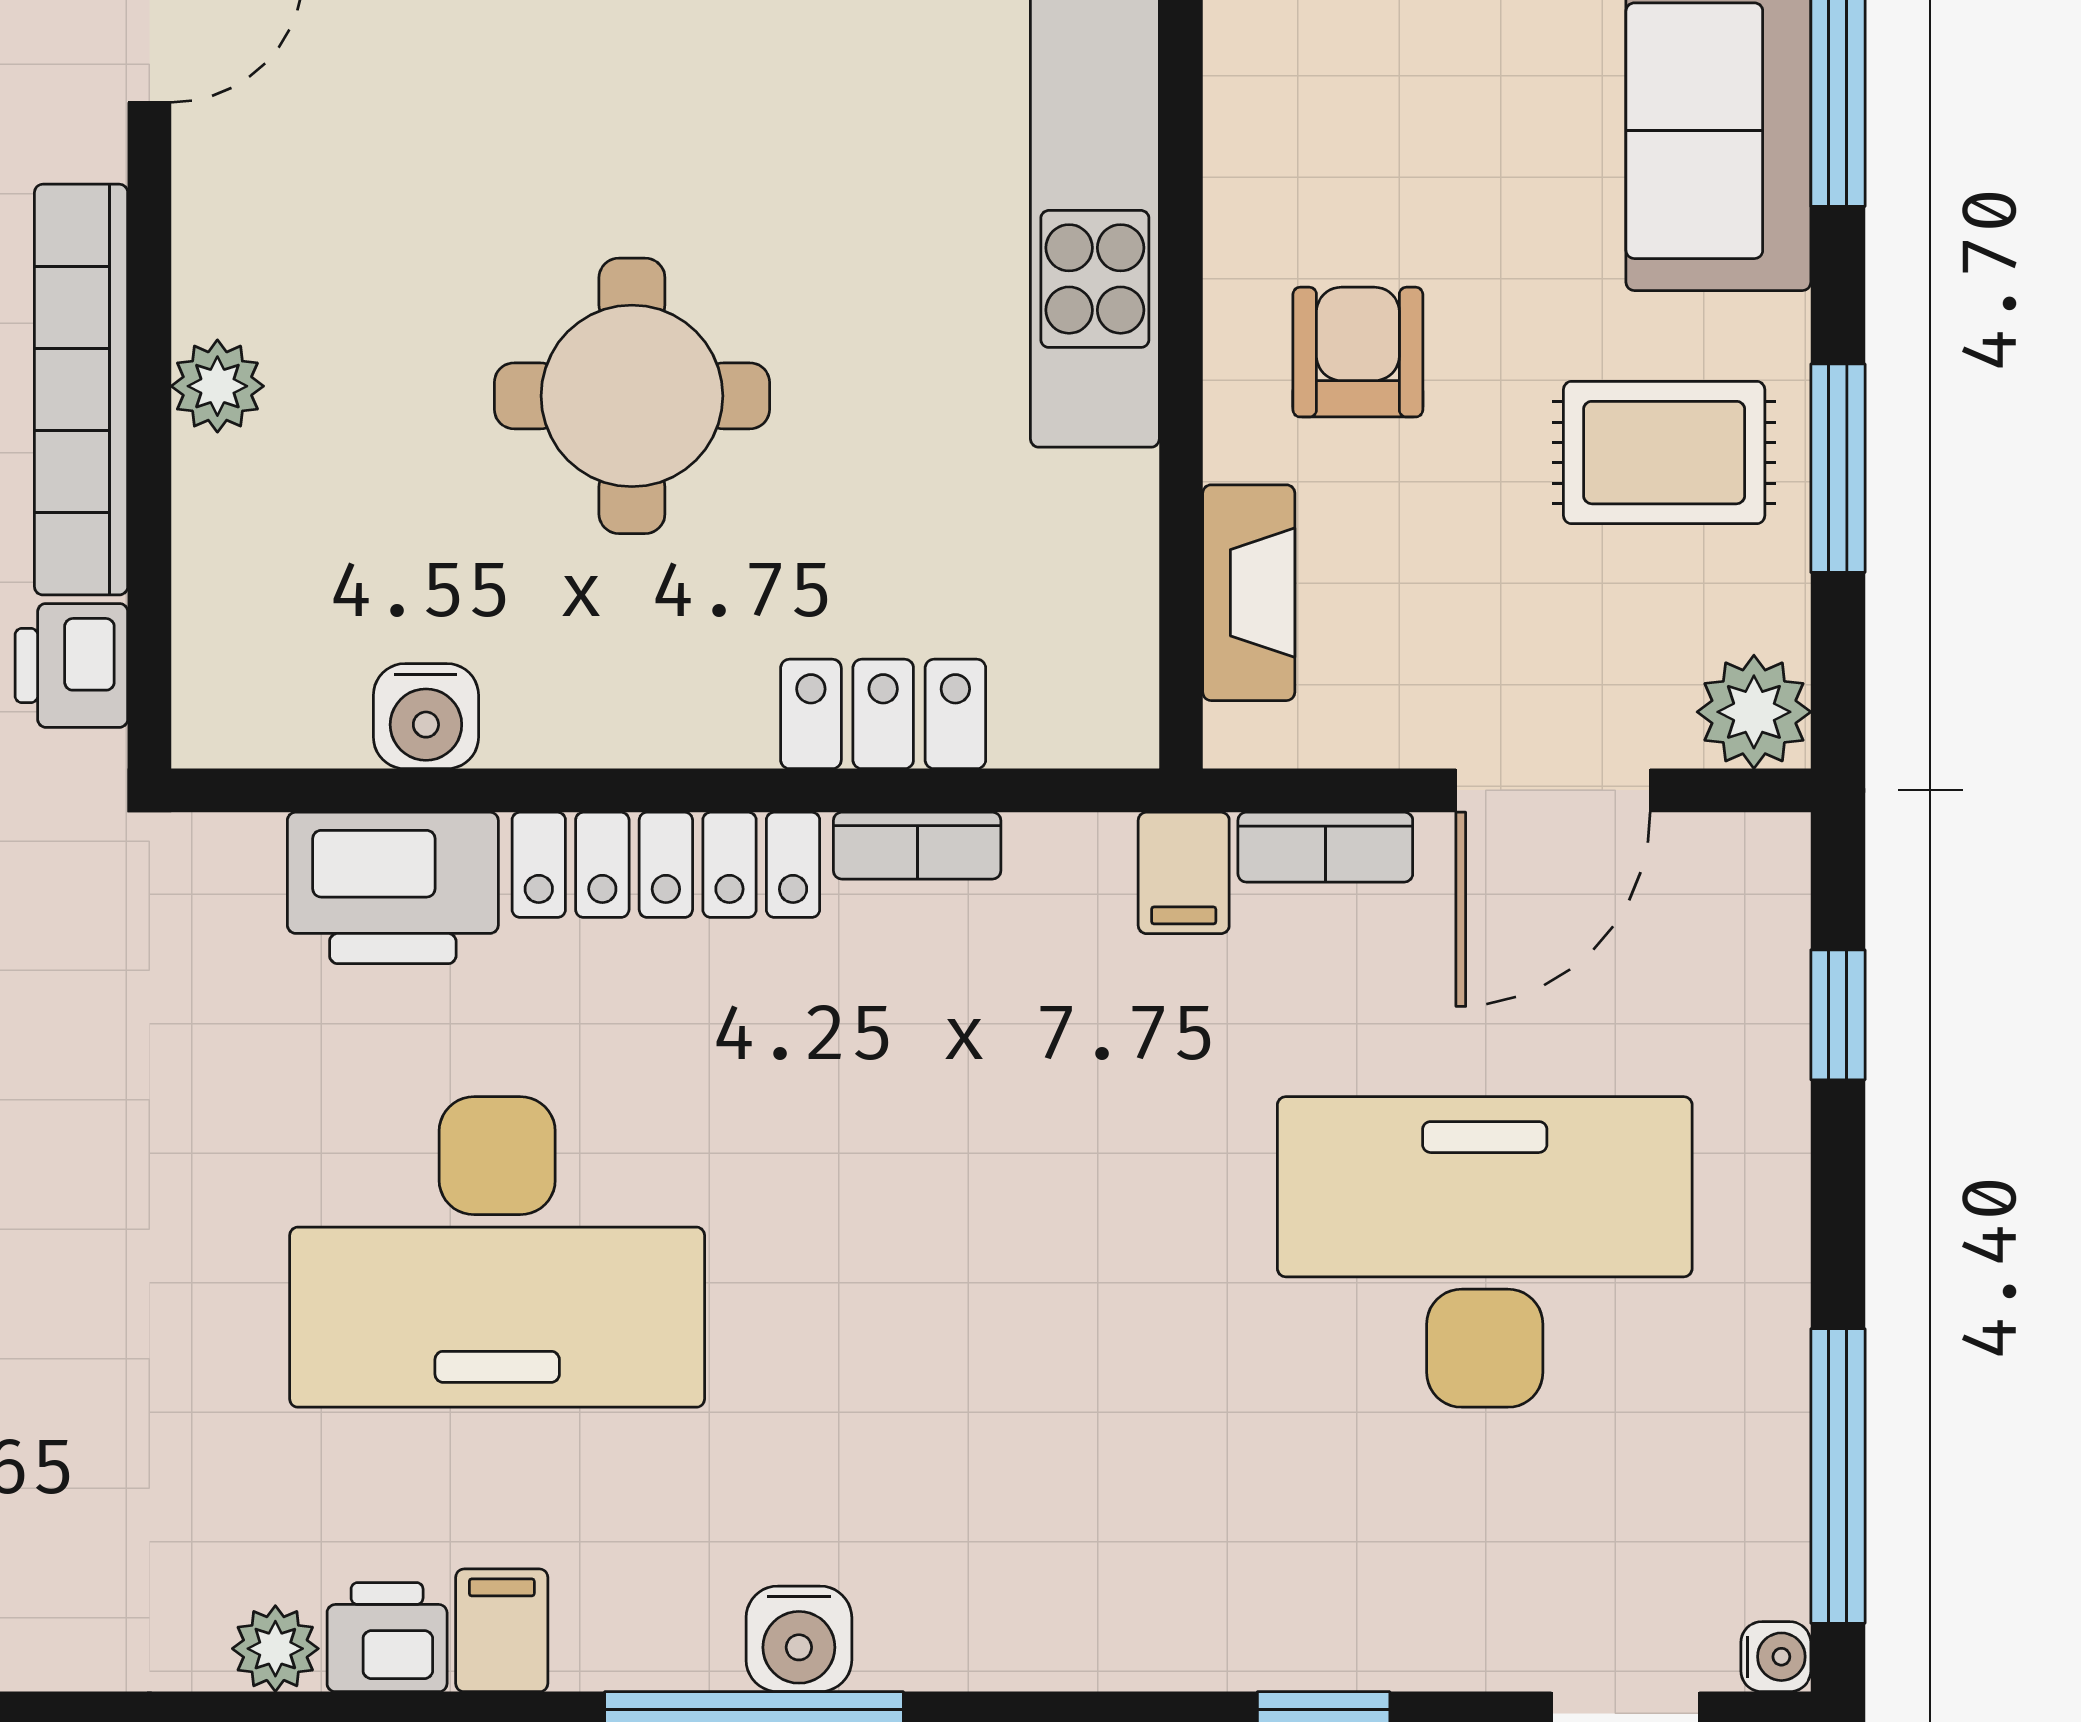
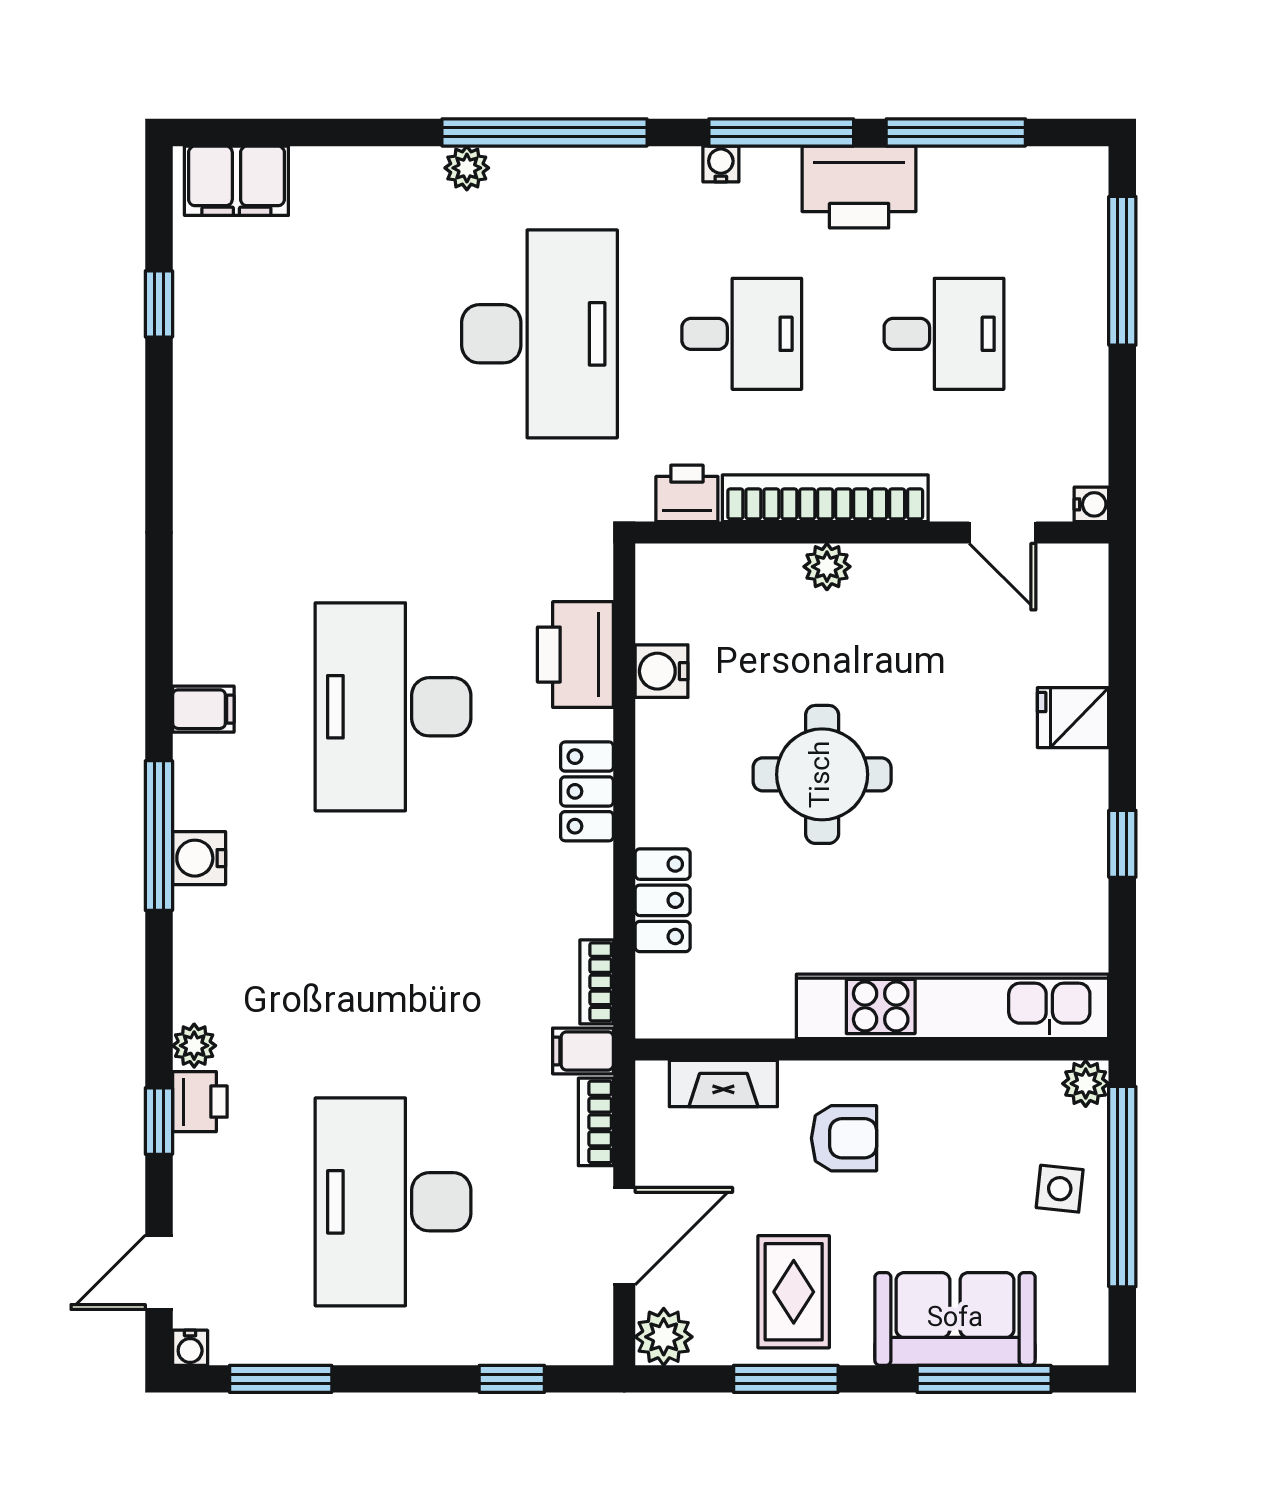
door: (1553, 790) -> (624, 1236), swing flipped
bookcase: (917, 846) -> (597, 982), moved
locker: (666, 865) -> (587, 791), width x0.66
desk: (1485, 1252) -> (393, 1202), turned 180
window: (1838, 1476) -> (281, 1379), width x0.69
printer: (387, 1637) -> (200, 1102), moved
plant: (275, 1649) -> (194, 1046), moved

